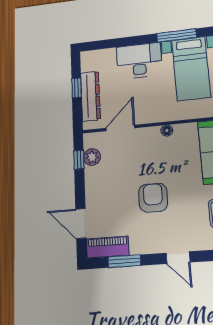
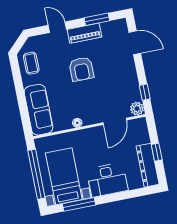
dresser: (90, 96) -> (148, 165), moved
plant: (92, 157) -> (137, 109), moved
piano: (108, 247) -> (84, 33), moved

